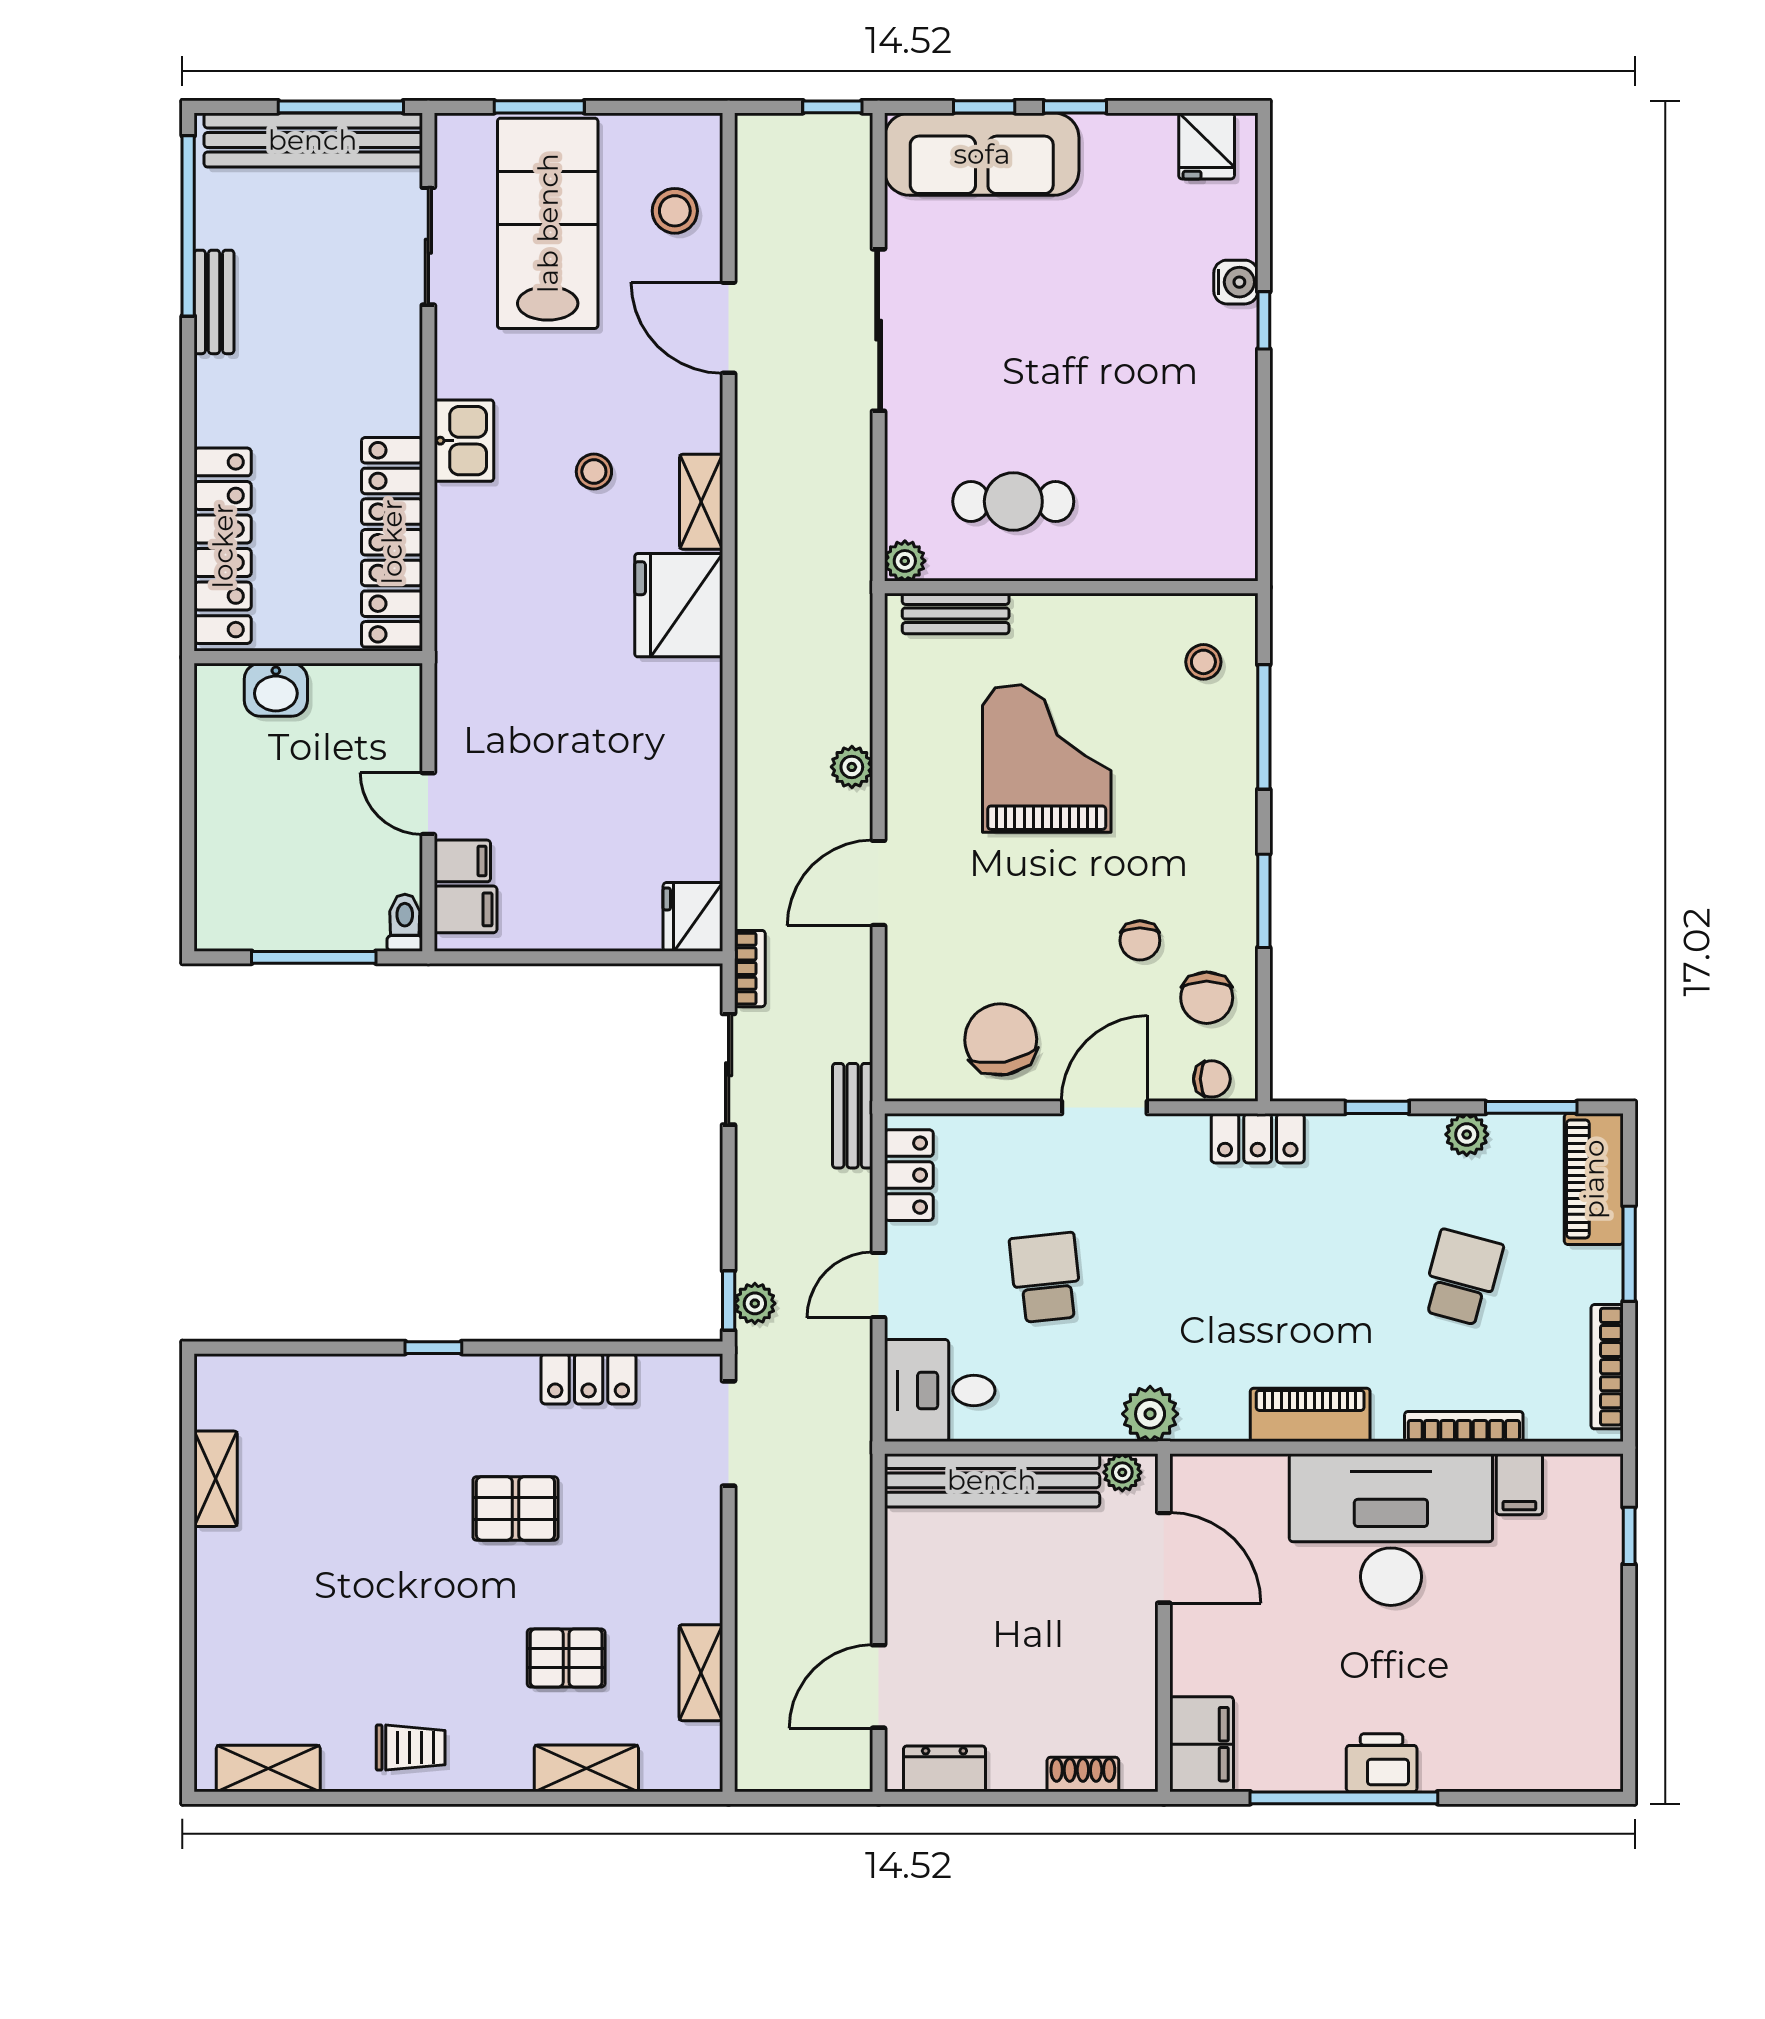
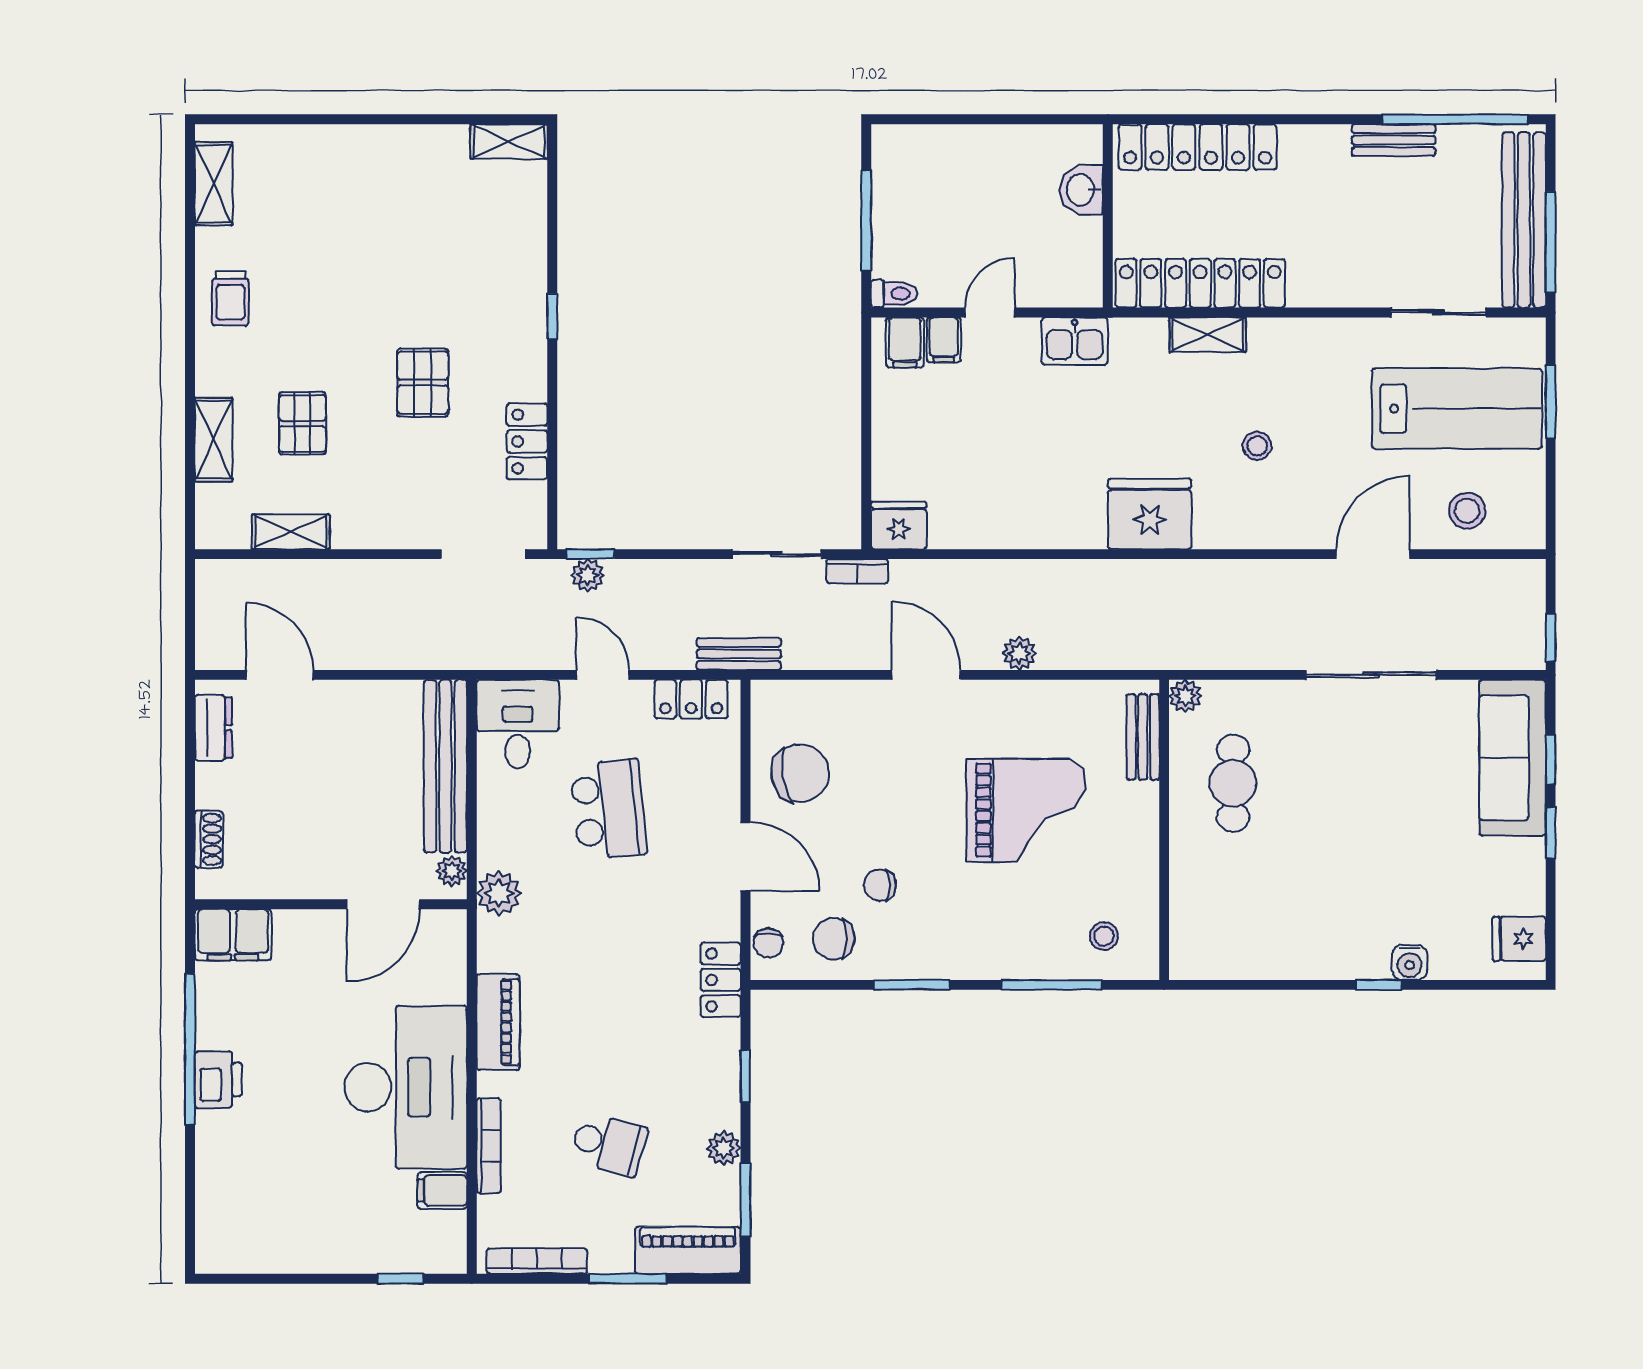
kitchen sink: (464, 441) -> (1075, 341), moved
shelving: (701, 502) -> (1208, 335), moved
school desk: (1046, 1278) -> (609, 809), width x1.85
shelving: (216, 1479) -> (509, 141), moved

